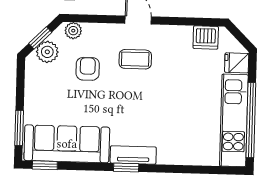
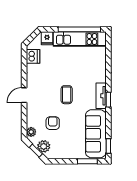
coffee table: (135, 59) -> (67, 95), moved
armchair: (88, 69) -> (53, 123), turned 90

